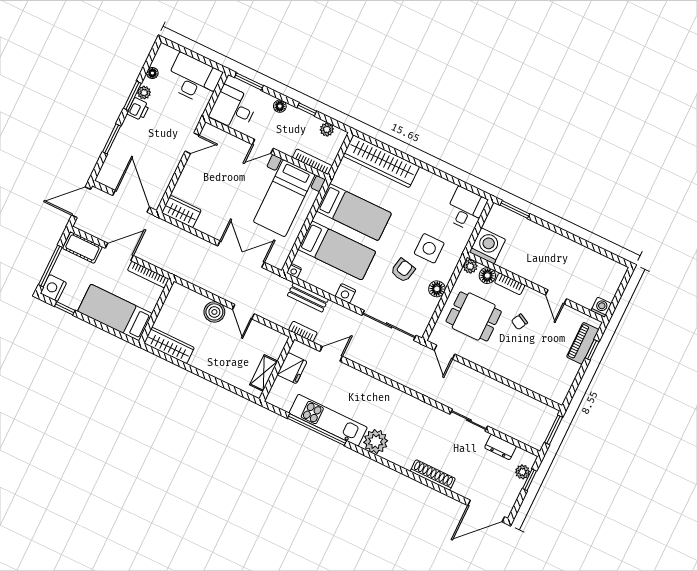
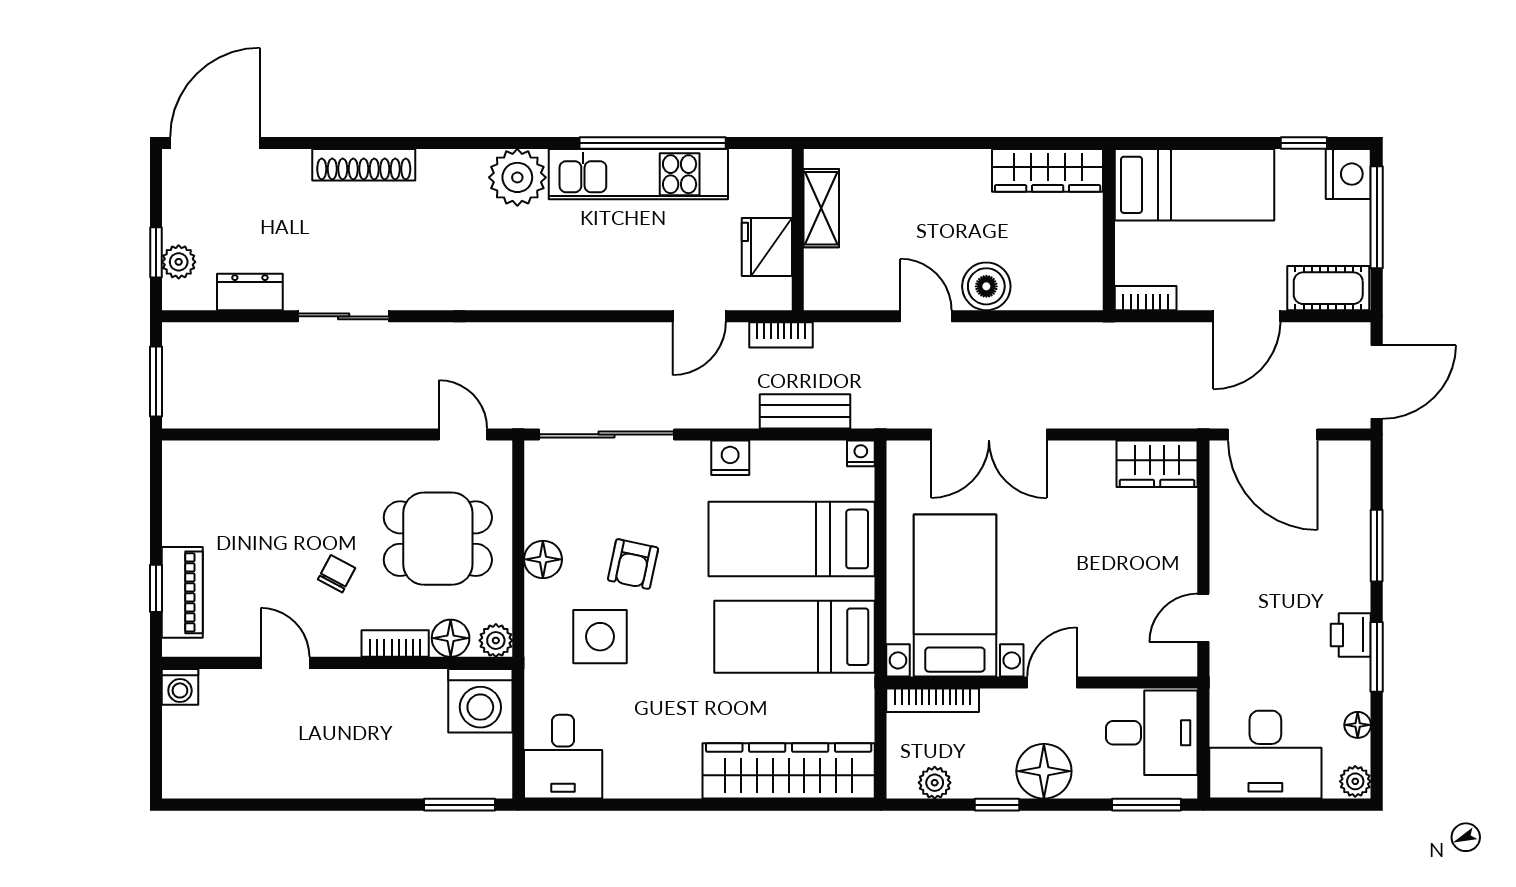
plant: (144, 93) -> (1355, 781), moved
floor lamp: (280, 106) -> (1044, 771), width x1.89, depth x1.89
bookcase: (148, 275) -> (1146, 298), width x0.64

